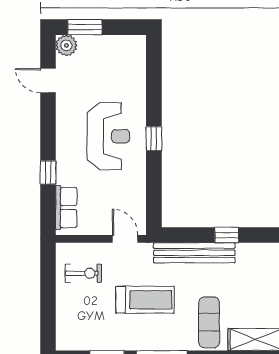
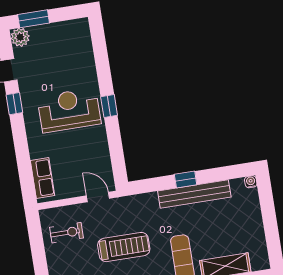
reception desk: (108, 136) -> (69, 110), turned -90
window: (48, 172) -> (14, 104), moved
bench: (194, 253) -> (194, 194), moved

